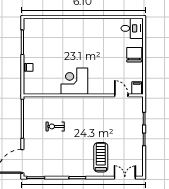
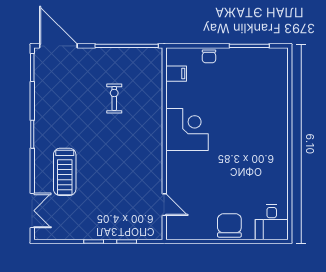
chair: (134, 55) -> (229, 225), turned -90
filing cabinet: (137, 88) -> (176, 74), moved
door: (121, 95) -> (164, 205), hinge flipped
treadmill: (101, 157) -> (65, 172), turned 90

